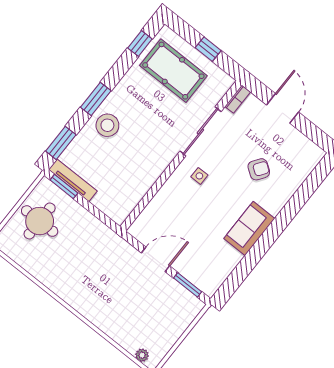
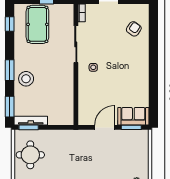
pool table: (173, 71) -> (37, 24), turned 90
armchair: (259, 169) -> (134, 29), moved
sofa: (249, 229) -> (133, 116), moved, turned 90

